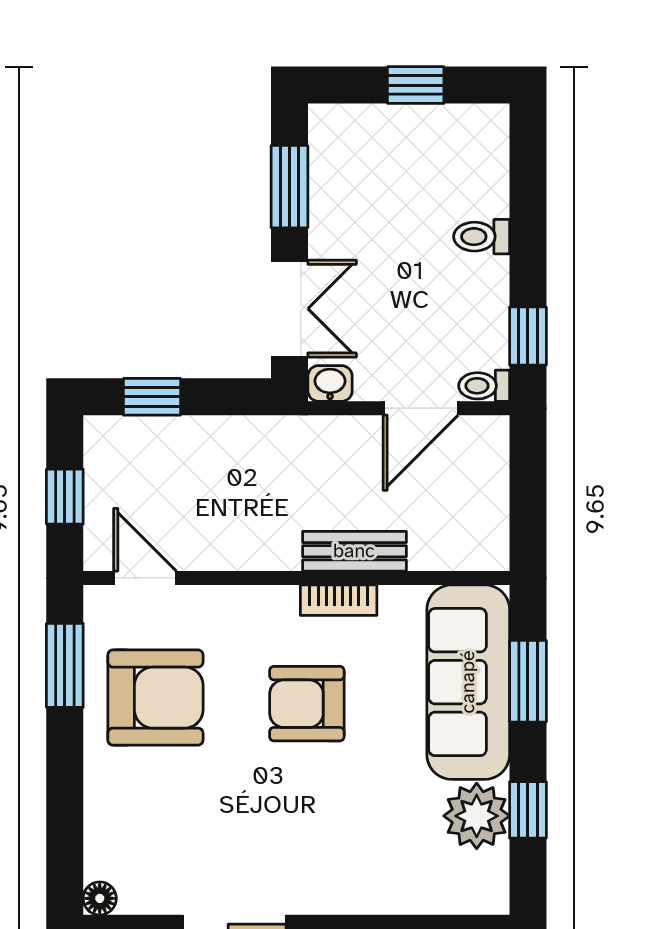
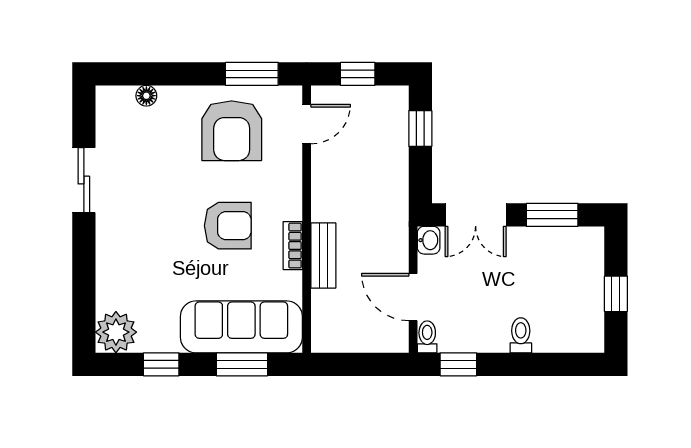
armchair: (307, 704) -> (228, 226), turned 90
plant: (477, 816) -> (116, 332), moved
floor lamp: (100, 898) -> (146, 96), moved

